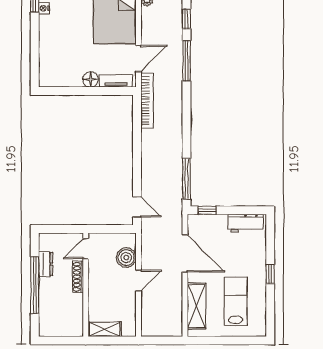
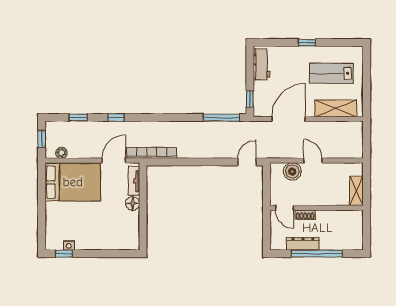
door: (138, 58) -> (114, 161), hinge flipped
window: (186, 61) -> (116, 118), width x0.46
dresser: (46, 264) -> (303, 244), width x1.44
shoe rack: (78, 277) -> (305, 215), width x0.70

